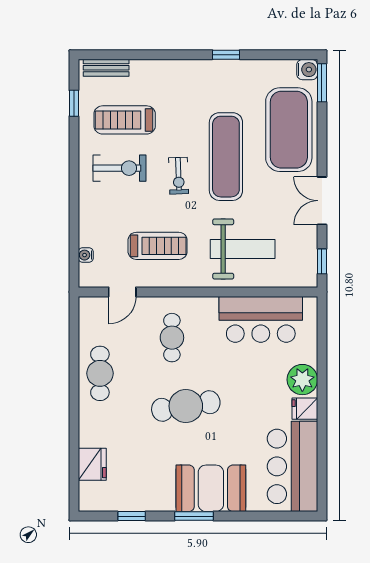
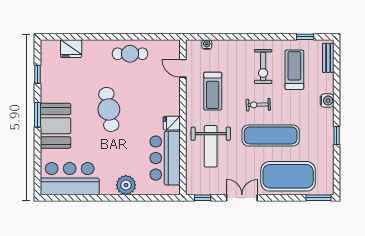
water cooler: (307, 70) -> (327, 101), moved, turned -90
cafe table: (172, 338) -> (153, 100), removed
fridge: (305, 409) -> (172, 123), moved, turned -90

